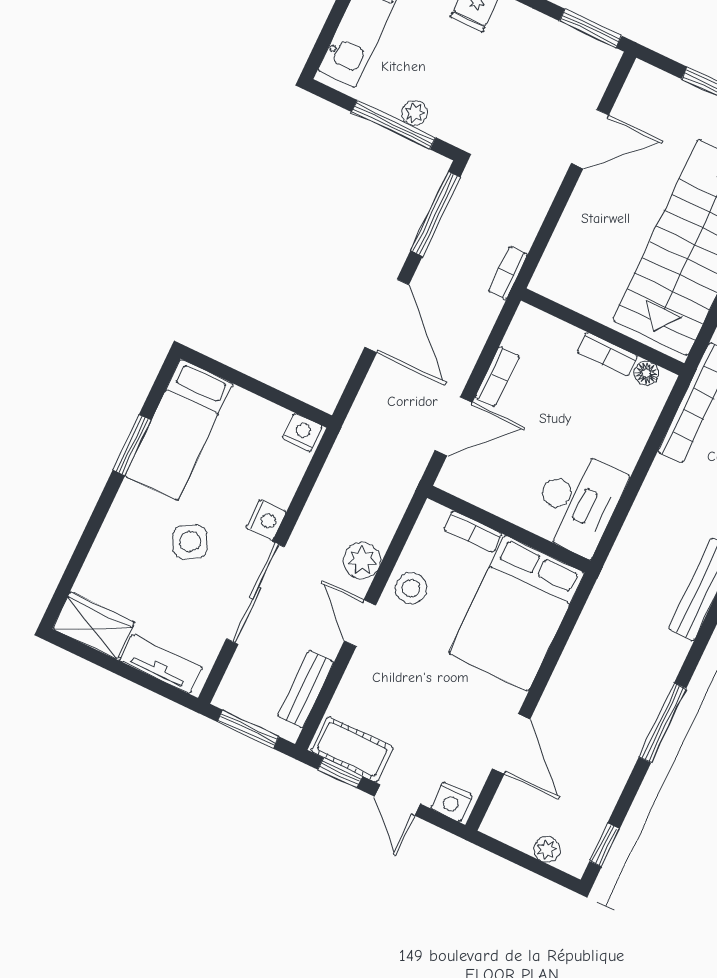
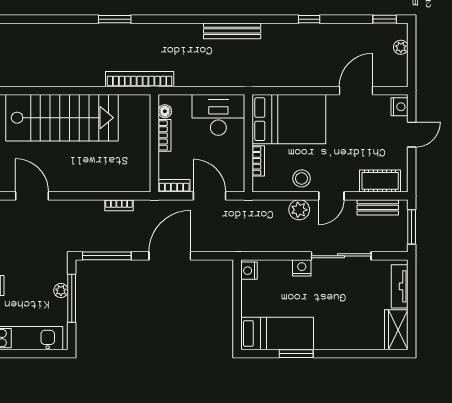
wall: (603, 332) -> (154, 143), moved
bookcase: (607, 354) -> (165, 135), moved
floor lamp: (646, 373) -> (165, 111), moved
side table: (190, 542) -> (331, 301), removed
window: (663, 723) -> (309, 19), width x0.46
cot: (352, 749) -> (380, 181), moved, turned 90
window: (340, 773) -> (412, 170), removed

